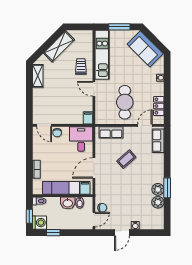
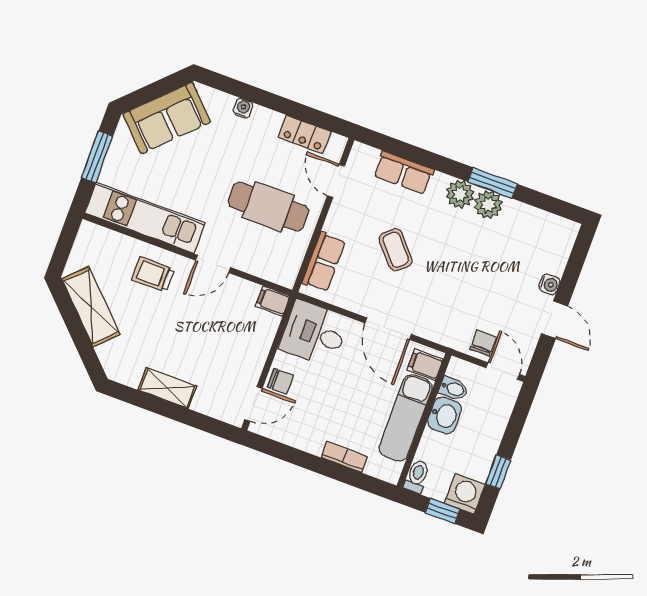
shelving: (38, 76) -> (167, 388), moved
row of seats: (158, 141) -> (404, 173), moved
plant: (158, 202) -> (460, 194), moved

